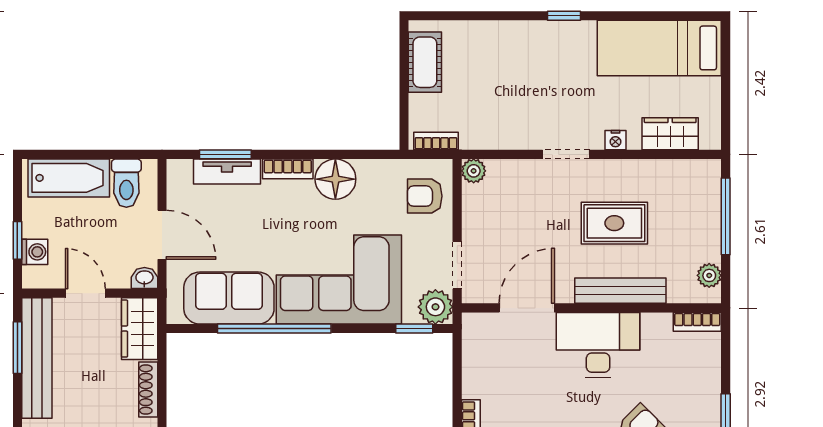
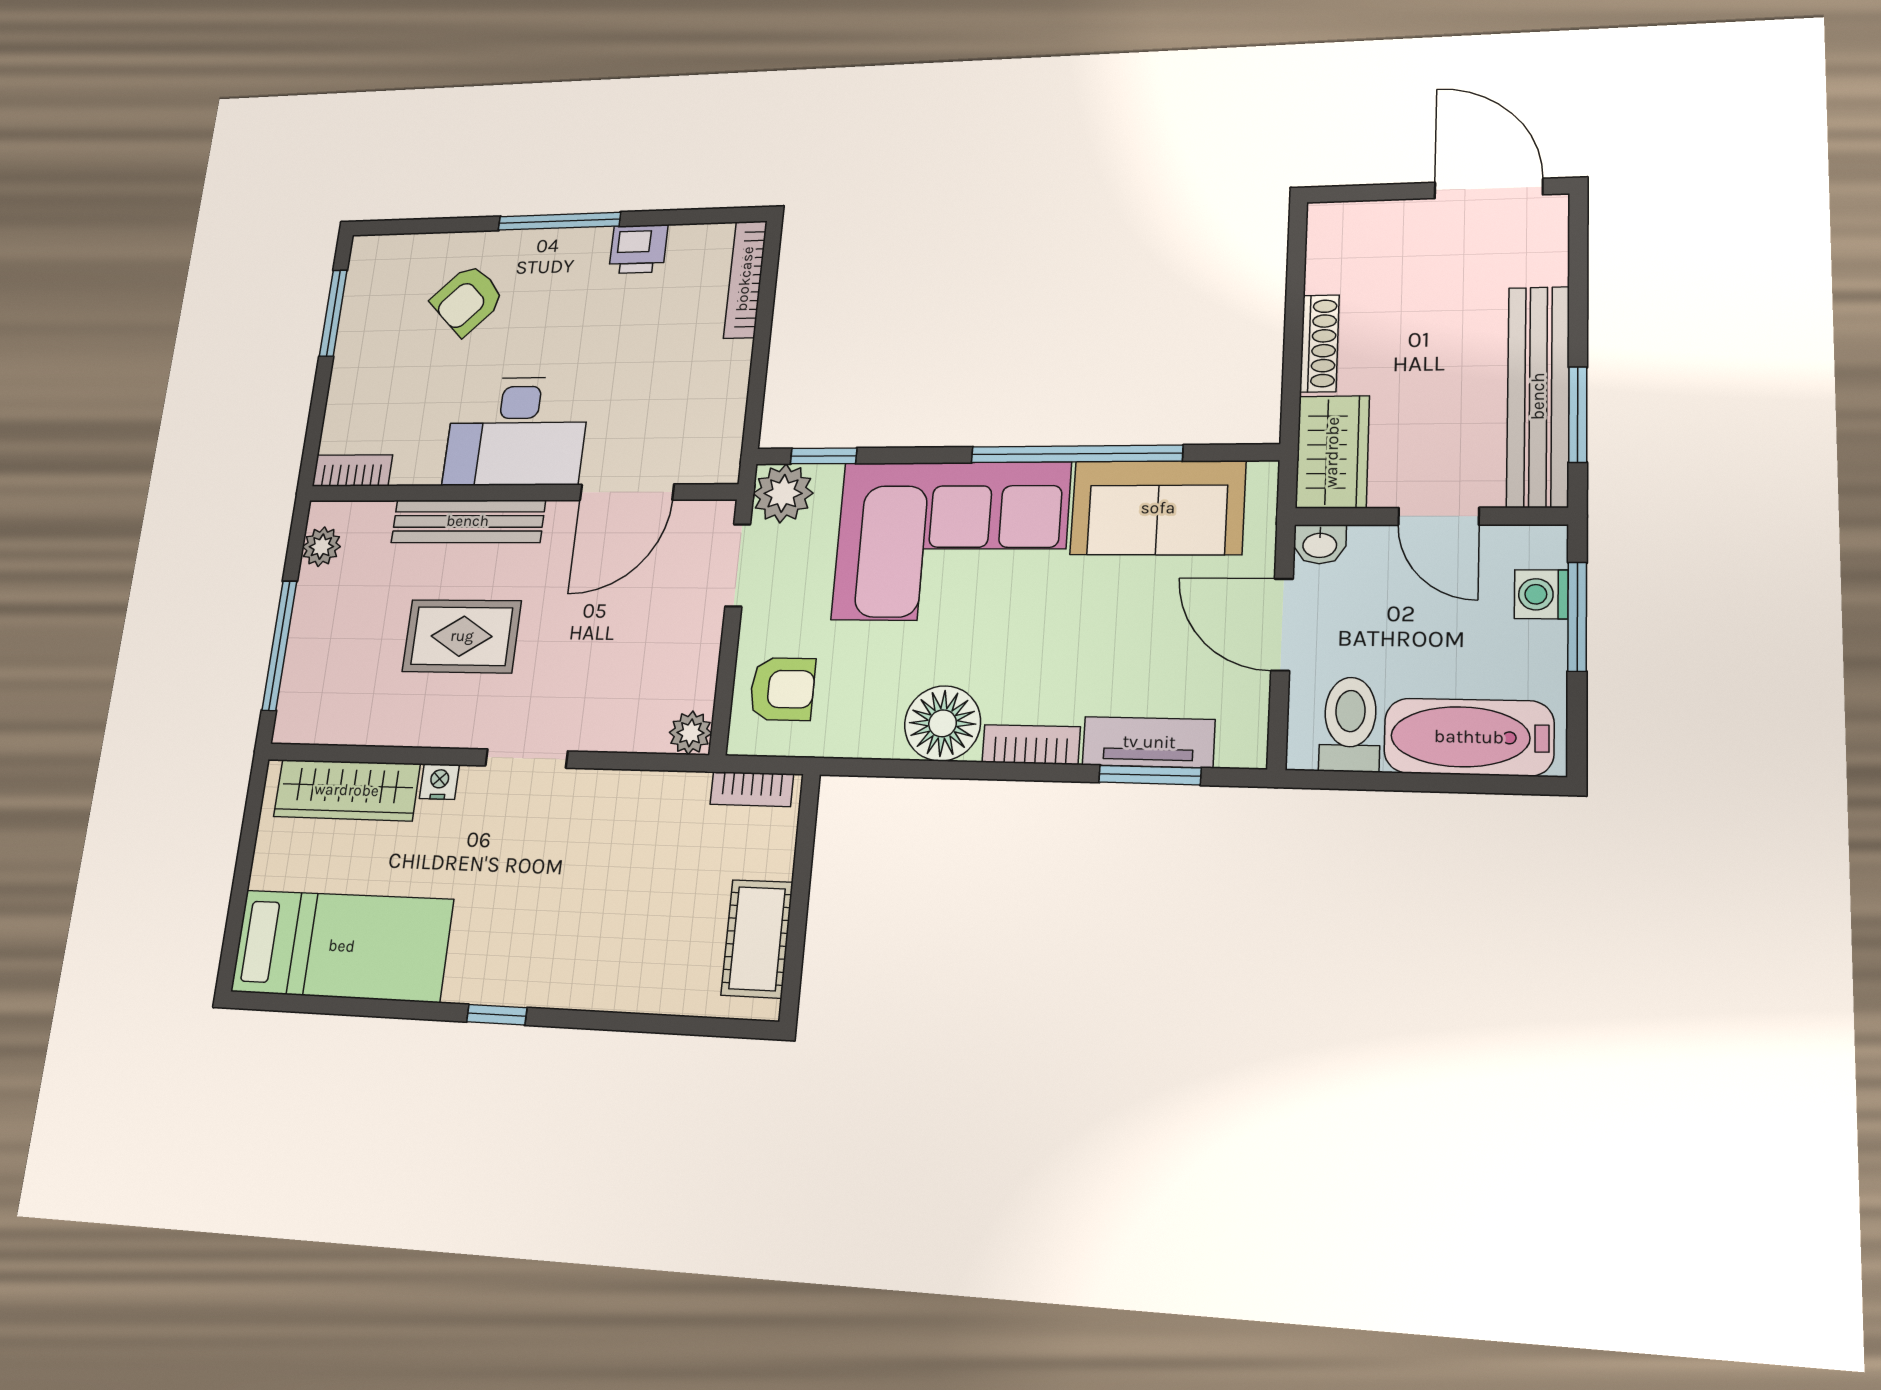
wardrobe: (670, 134) -> (347, 790), width x1.50
window: (17, 240) -> (1577, 617), width x1.50

